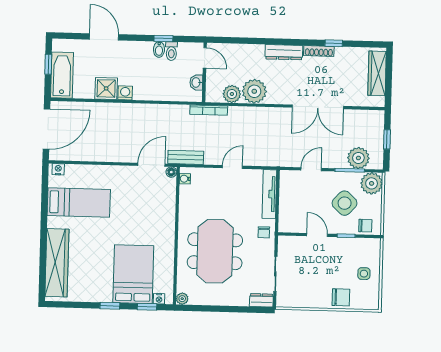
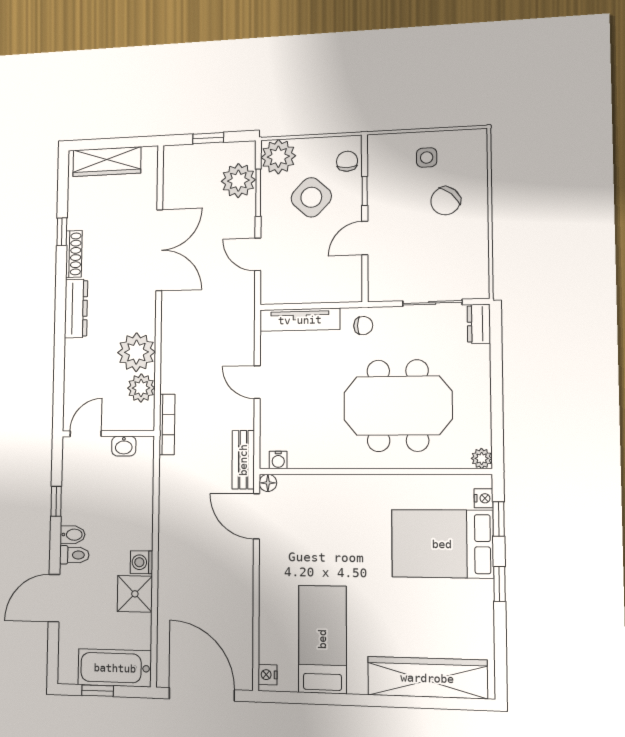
bidet: (159, 49) -> (73, 535), moved
toilet: (171, 51) -> (74, 555), moved
chair: (341, 297) -> (446, 201), moved, turned -139

